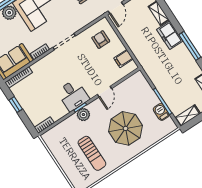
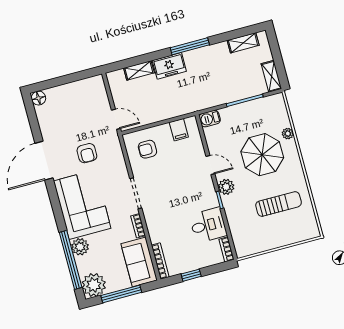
desk: (73, 95) -> (208, 225), moved
barbecue: (161, 112) -> (210, 119), moved
plant: (83, 115) -> (226, 187), moved
plant: (148, 143) -> (288, 134), added

